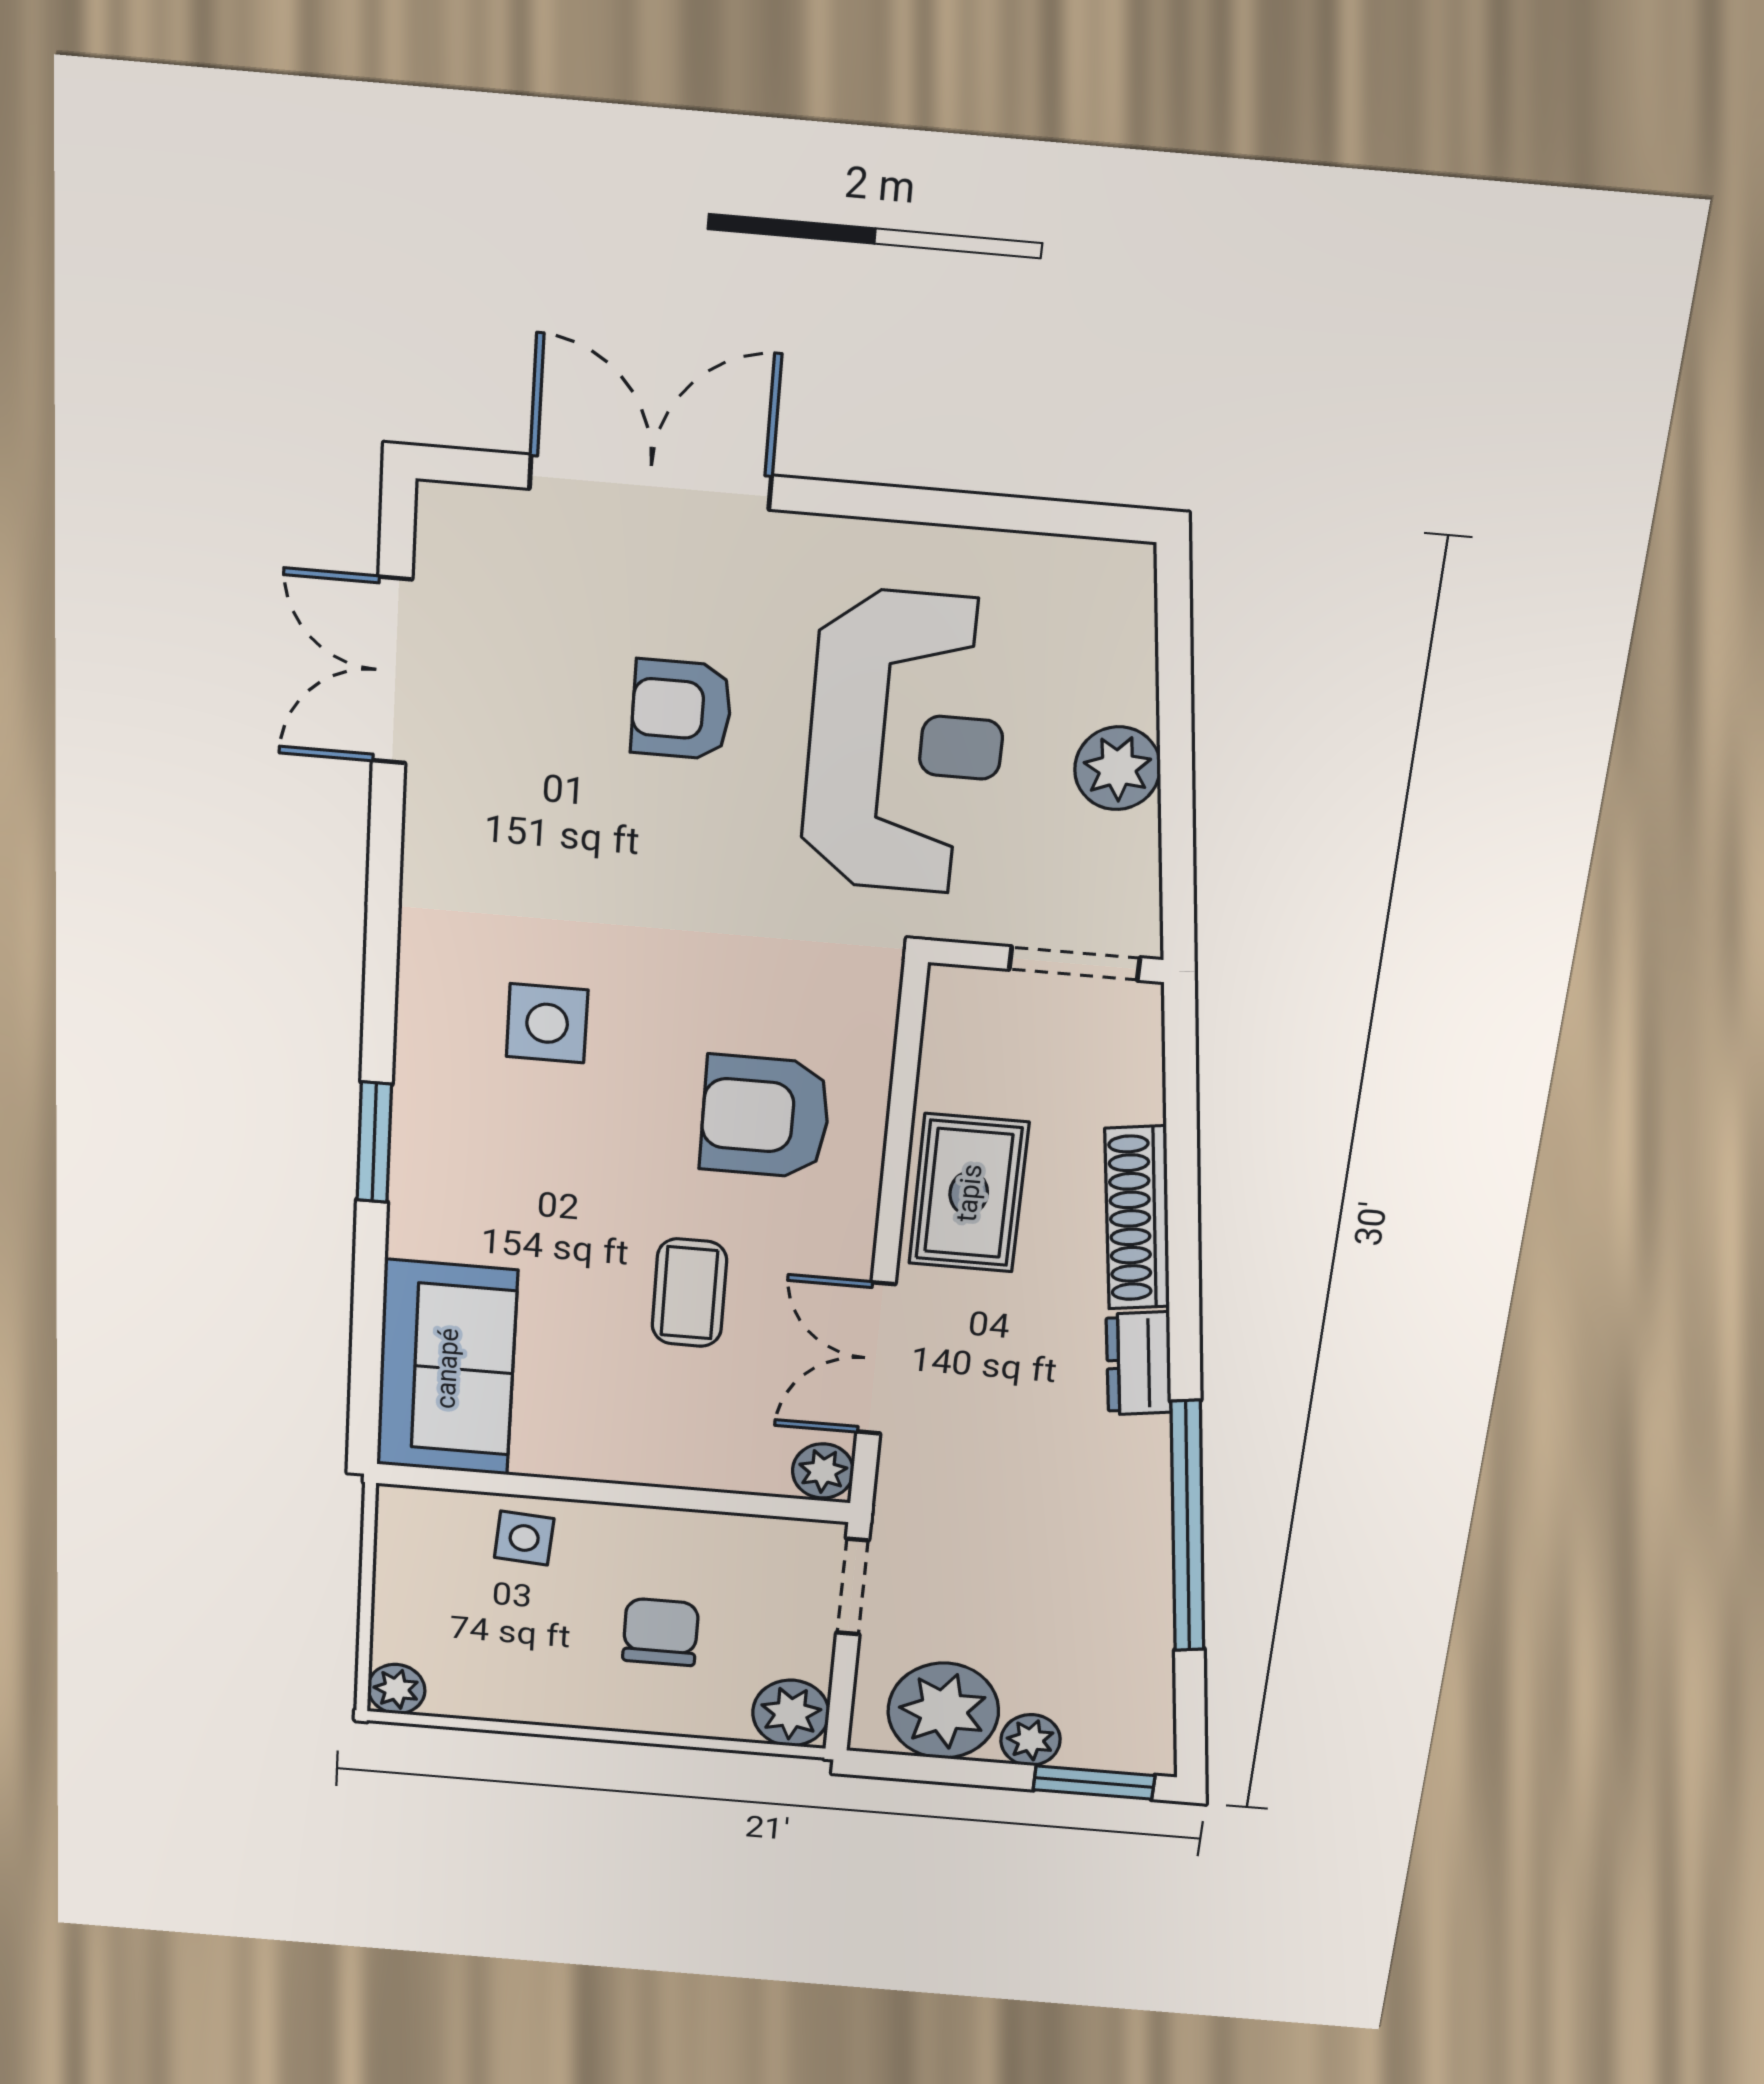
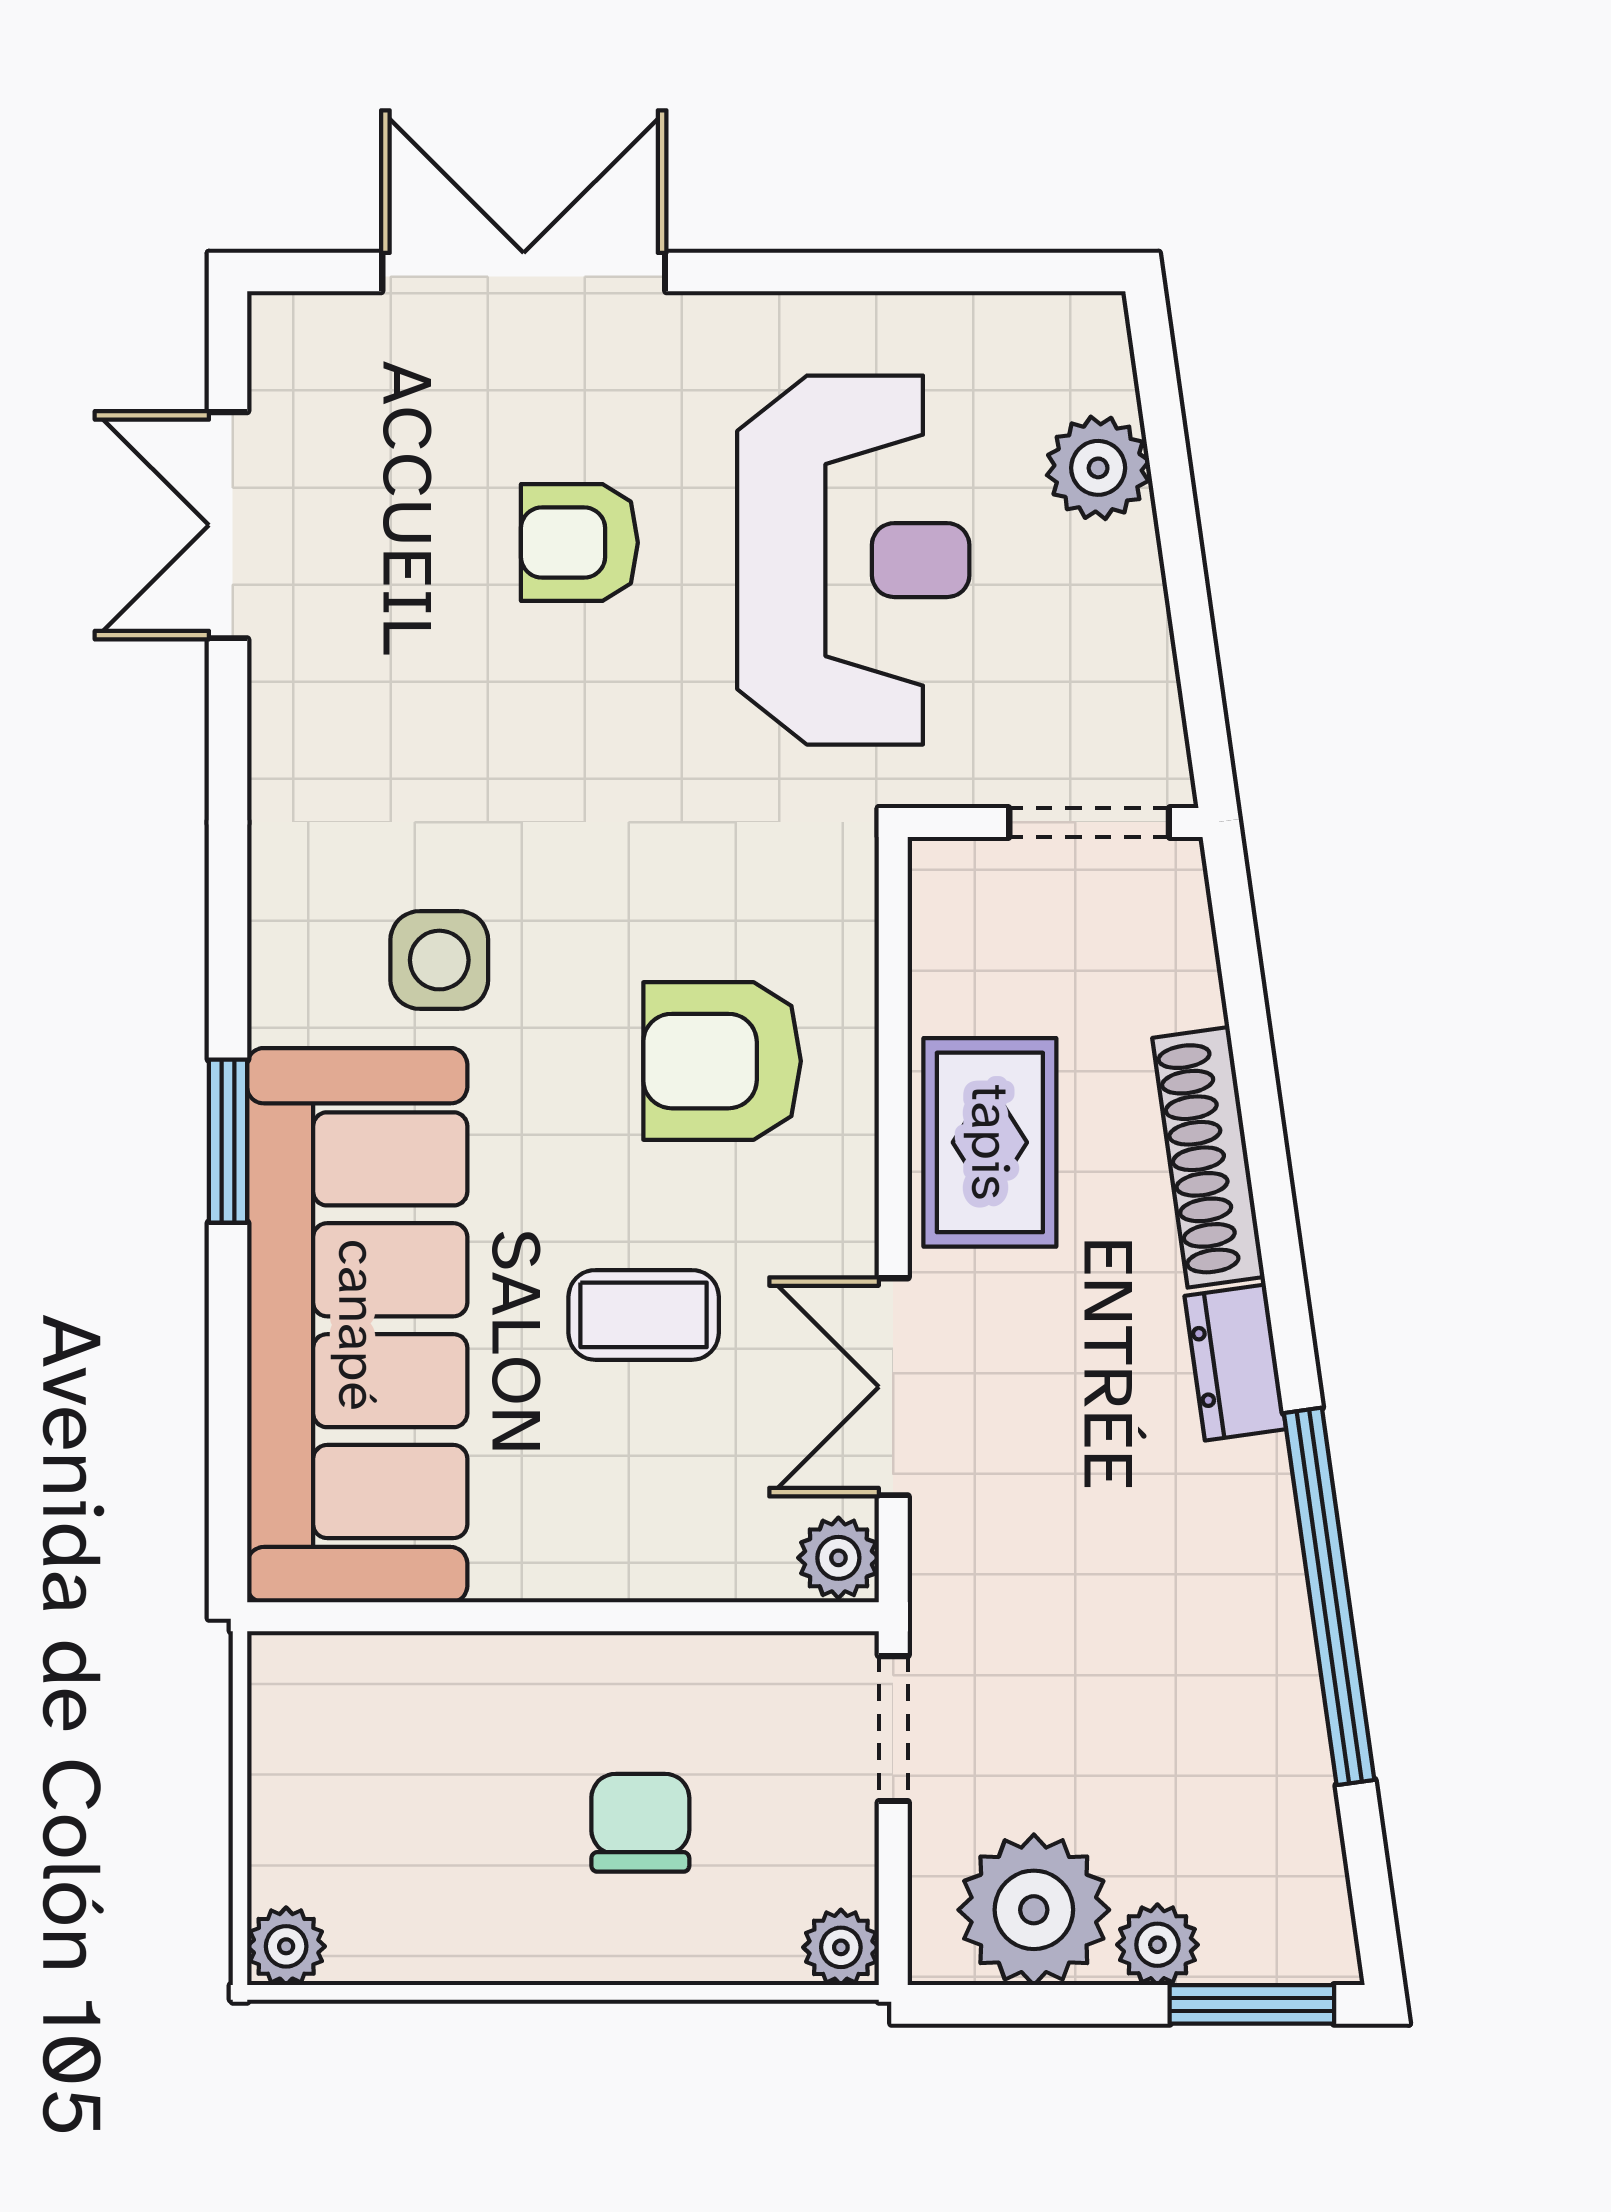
plant: (1118, 768) -> (1098, 468), moved
coffee table: (689, 1293) -> (644, 1315), turned 90
sofa: (447, 1368) -> (357, 1325), width x1.85, depth x1.27
side table: (524, 1538) -> (448, 1696), removed
plant: (791, 1713) -> (841, 1947), width x0.73, depth x0.73

